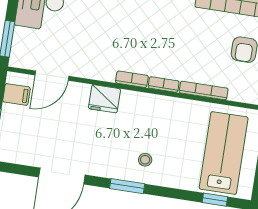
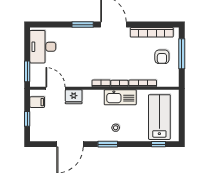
door: (52, 76) -> (56, 88), swing flipped
fridge: (105, 99) -> (74, 97), moved
kitchen sink: (161, 108) -> (120, 97), added

